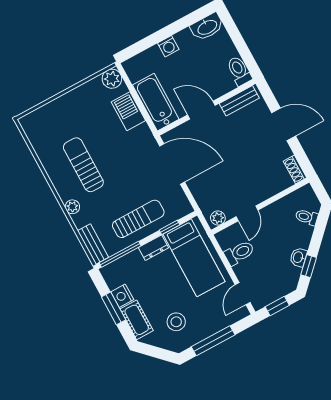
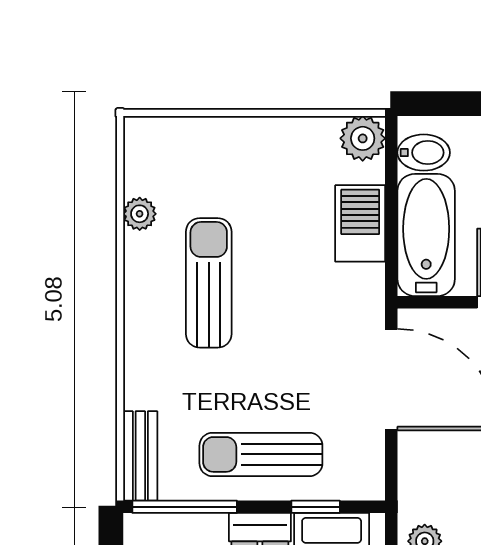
bidet: (138, 72) -> (424, 153), added
plant: (72, 207) -> (140, 214), moved
sun lounger: (138, 219) -> (261, 454), turned 180

